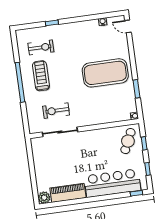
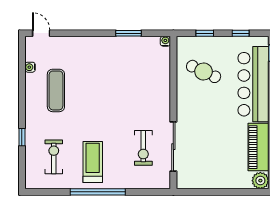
door: (128, 26) -> (41, 33), swing flipped
exercise mat: (105, 73) -> (56, 90), moved, width x0.50, depth x0.69
treadmill: (41, 76) -> (93, 162), turned 90
cafe table: (128, 141) -> (204, 71), moved

